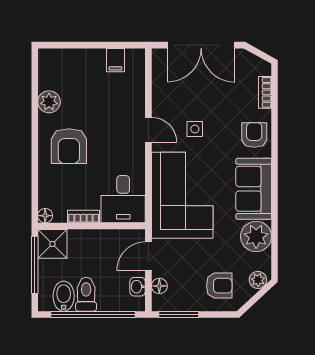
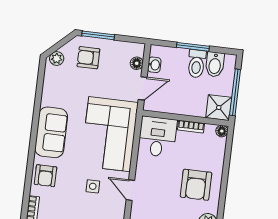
armchair: (69, 146) -> (196, 185), turned 180
plant: (256, 237) -> (54, 94), removed
window: (93, 314) -> (193, 47), width x0.47
window: (179, 314) -> (98, 35), moved

